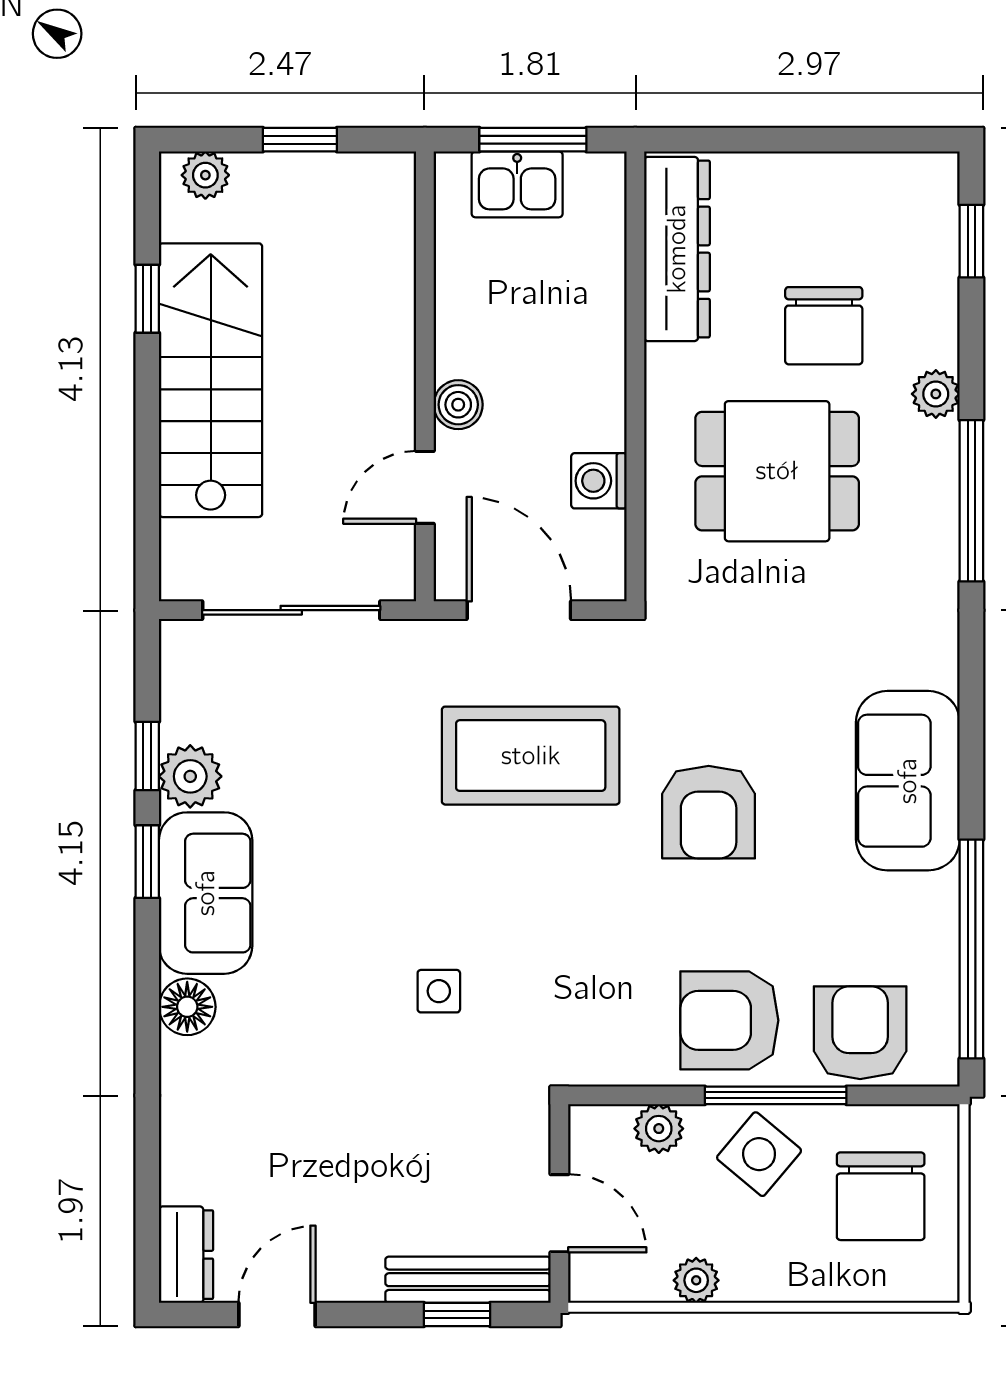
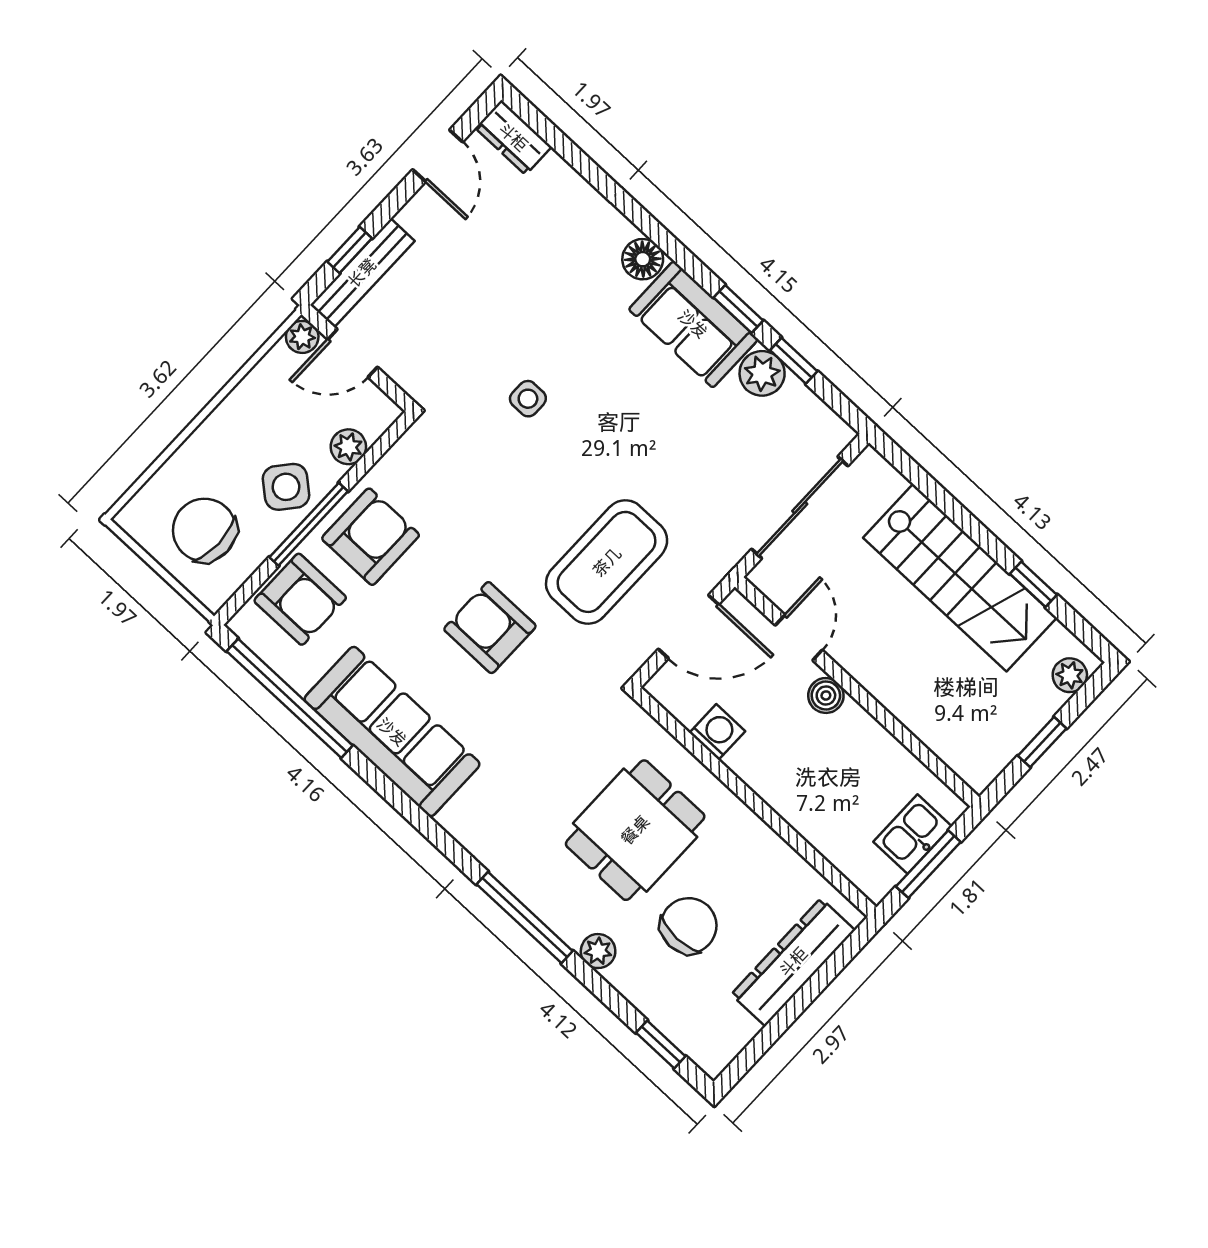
dresser: (677, 249) -> (793, 962), moved, turned 90
chair: (824, 326) -> (689, 926), turned 90
sofa: (908, 781) -> (392, 732), width x1.36
plant: (696, 1280) -> (302, 337), moved

